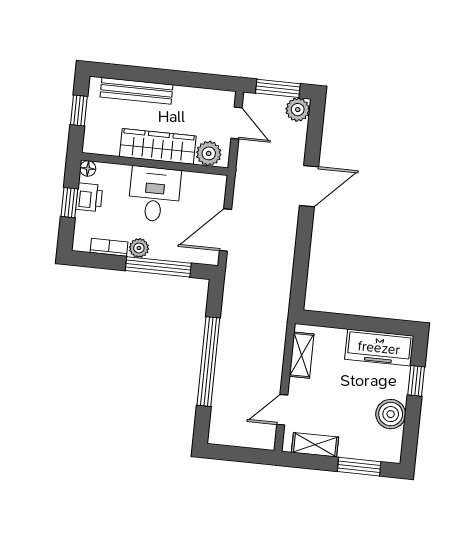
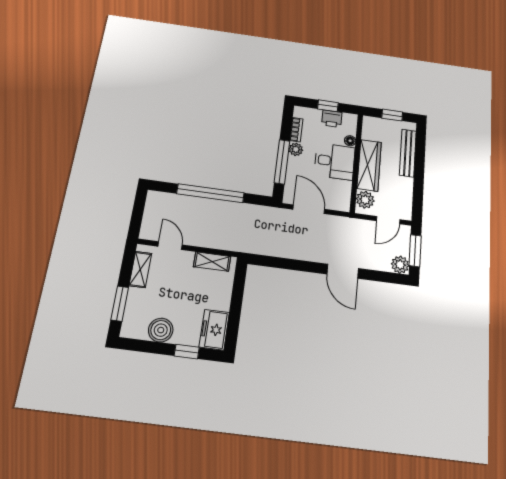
floor lamp: (88, 169) -> (350, 141), moved
freezer: (379, 348) -> (214, 330), width x0.71

